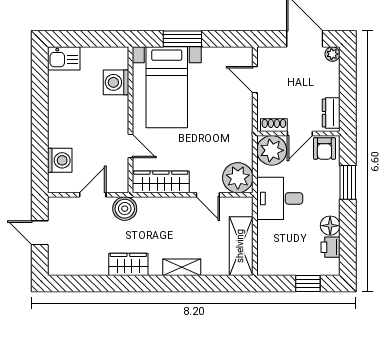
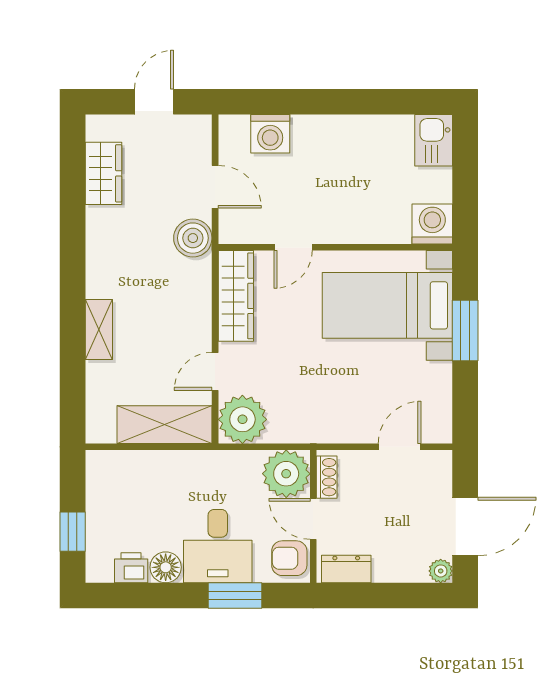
washing machine: (116, 82) -> (432, 224), moved
desk: (280, 198) -> (218, 546), moved, turned 180
shelving: (241, 246) -> (165, 425), moved
wardrobe: (128, 264) -> (103, 173), moved

